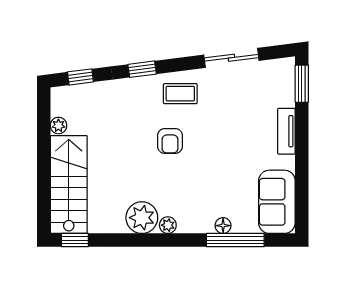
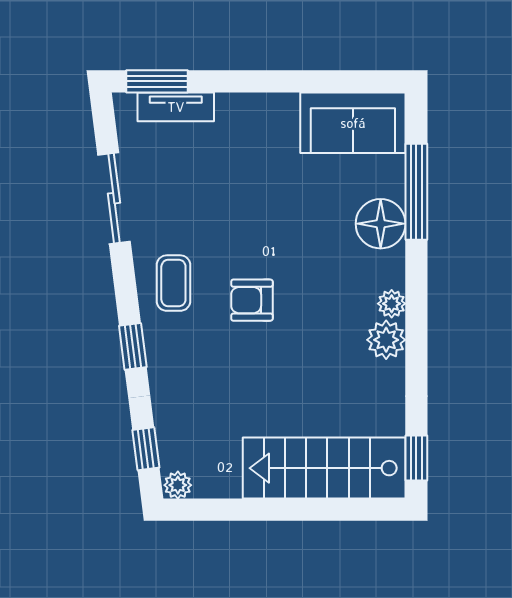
plant: (58, 126) -> (178, 485), moved
tv unit: (286, 131) -> (176, 107), moved
armchair: (170, 141) -> (252, 300), turned 180
plant: (142, 218) -> (386, 340), width x0.73, depth x0.73
floor lamp: (223, 226) -> (381, 224), width x1.89, depth x1.89

